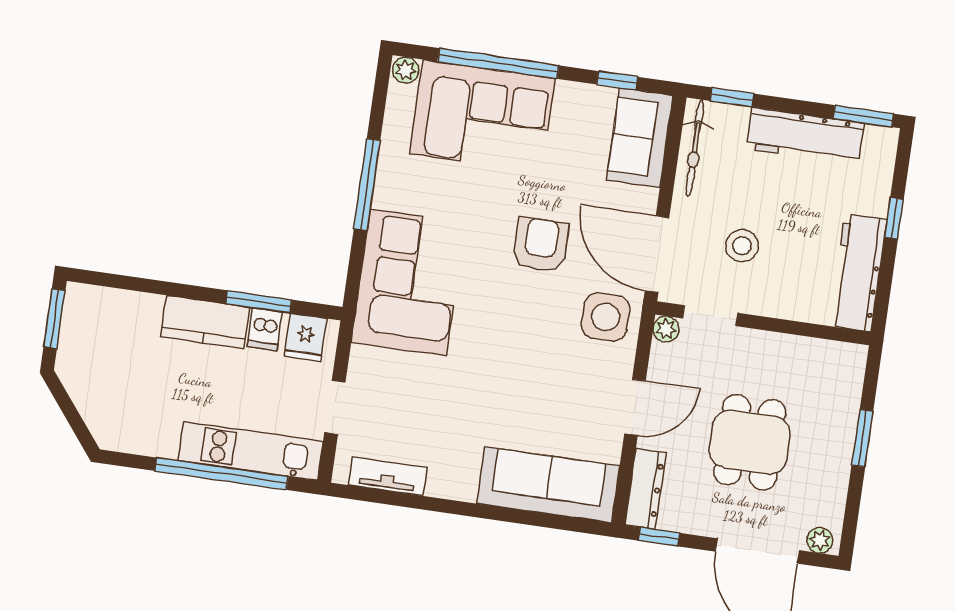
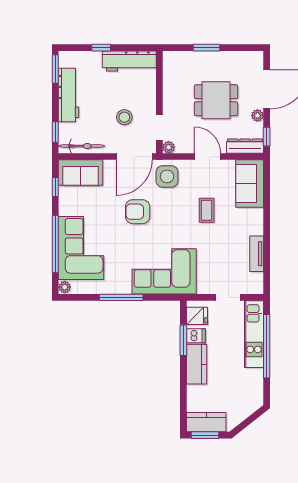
kitchen counter: (81, 325) -> (206, 422), added
coffee table: (523, 389) -> (207, 210), added
tv unit: (388, 476) -> (257, 254), moved
sofa: (548, 485) -> (250, 184), width x0.73
plant: (820, 540) -> (257, 115), moved

